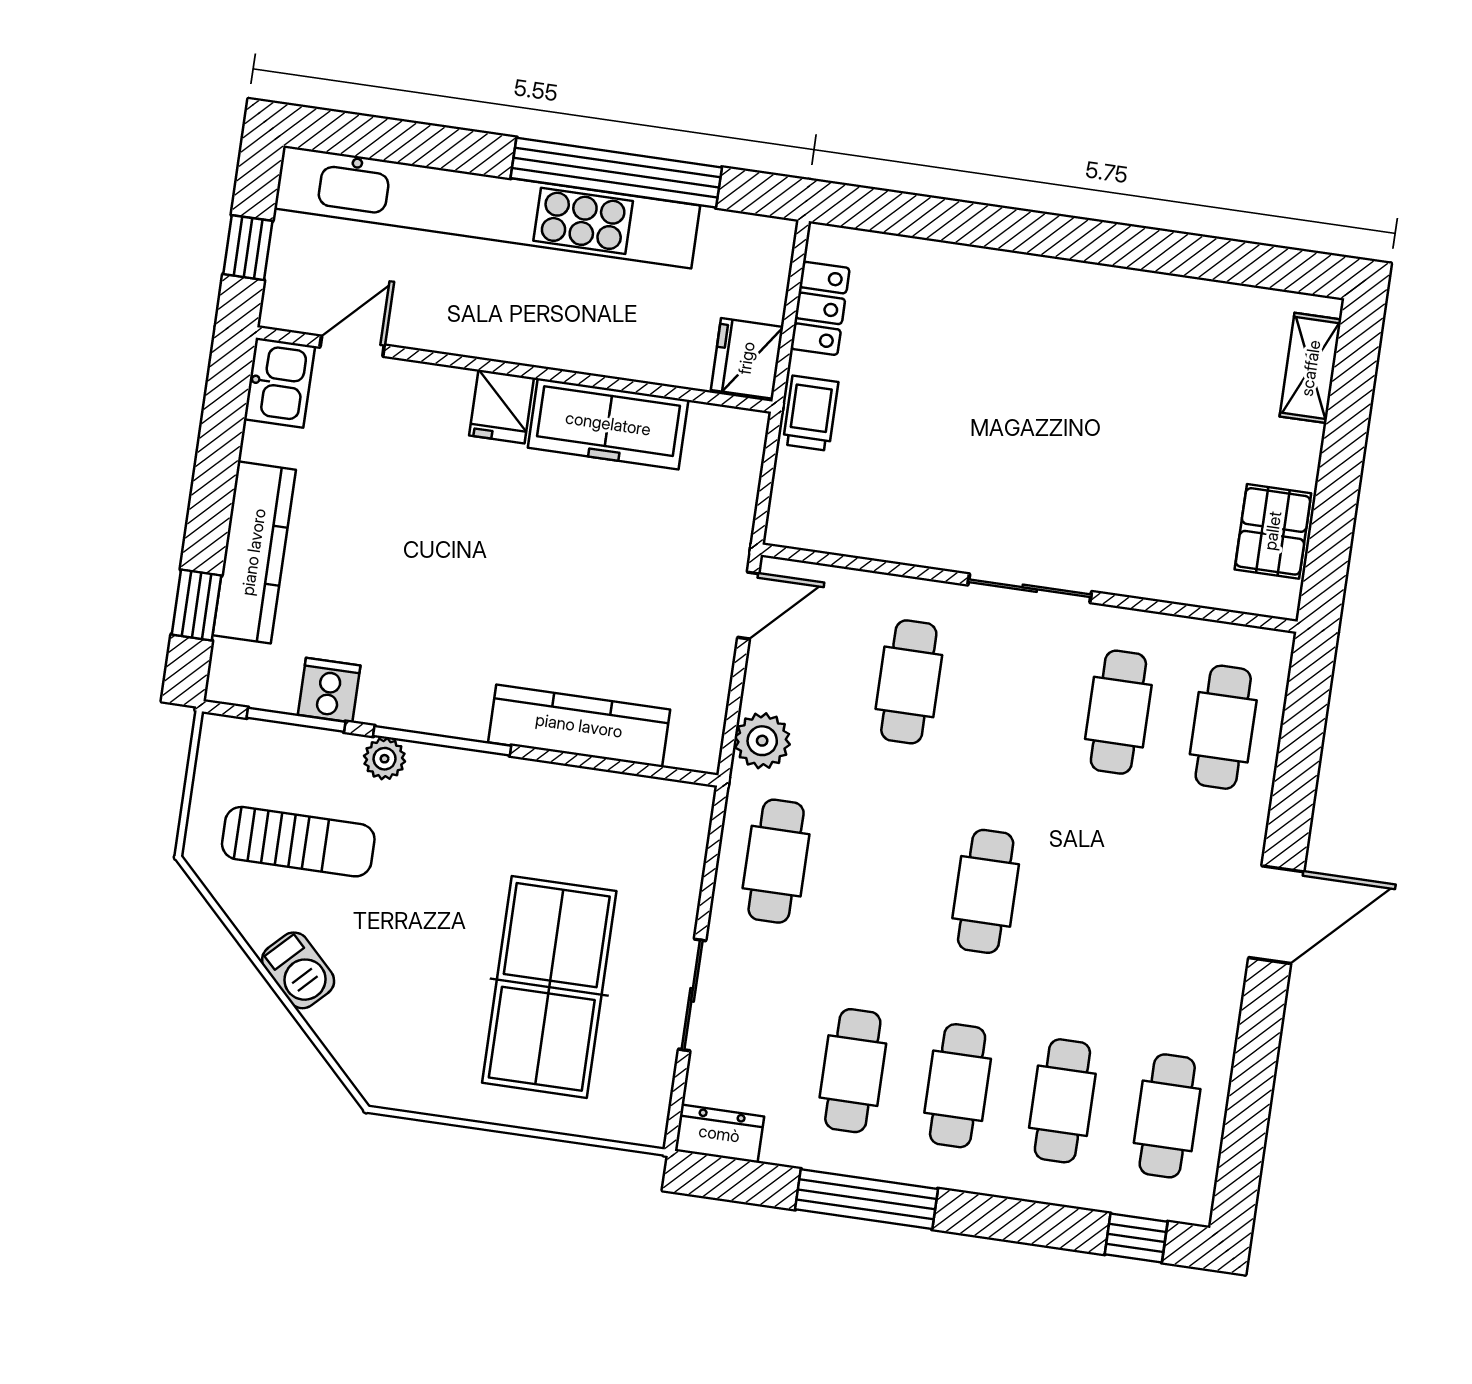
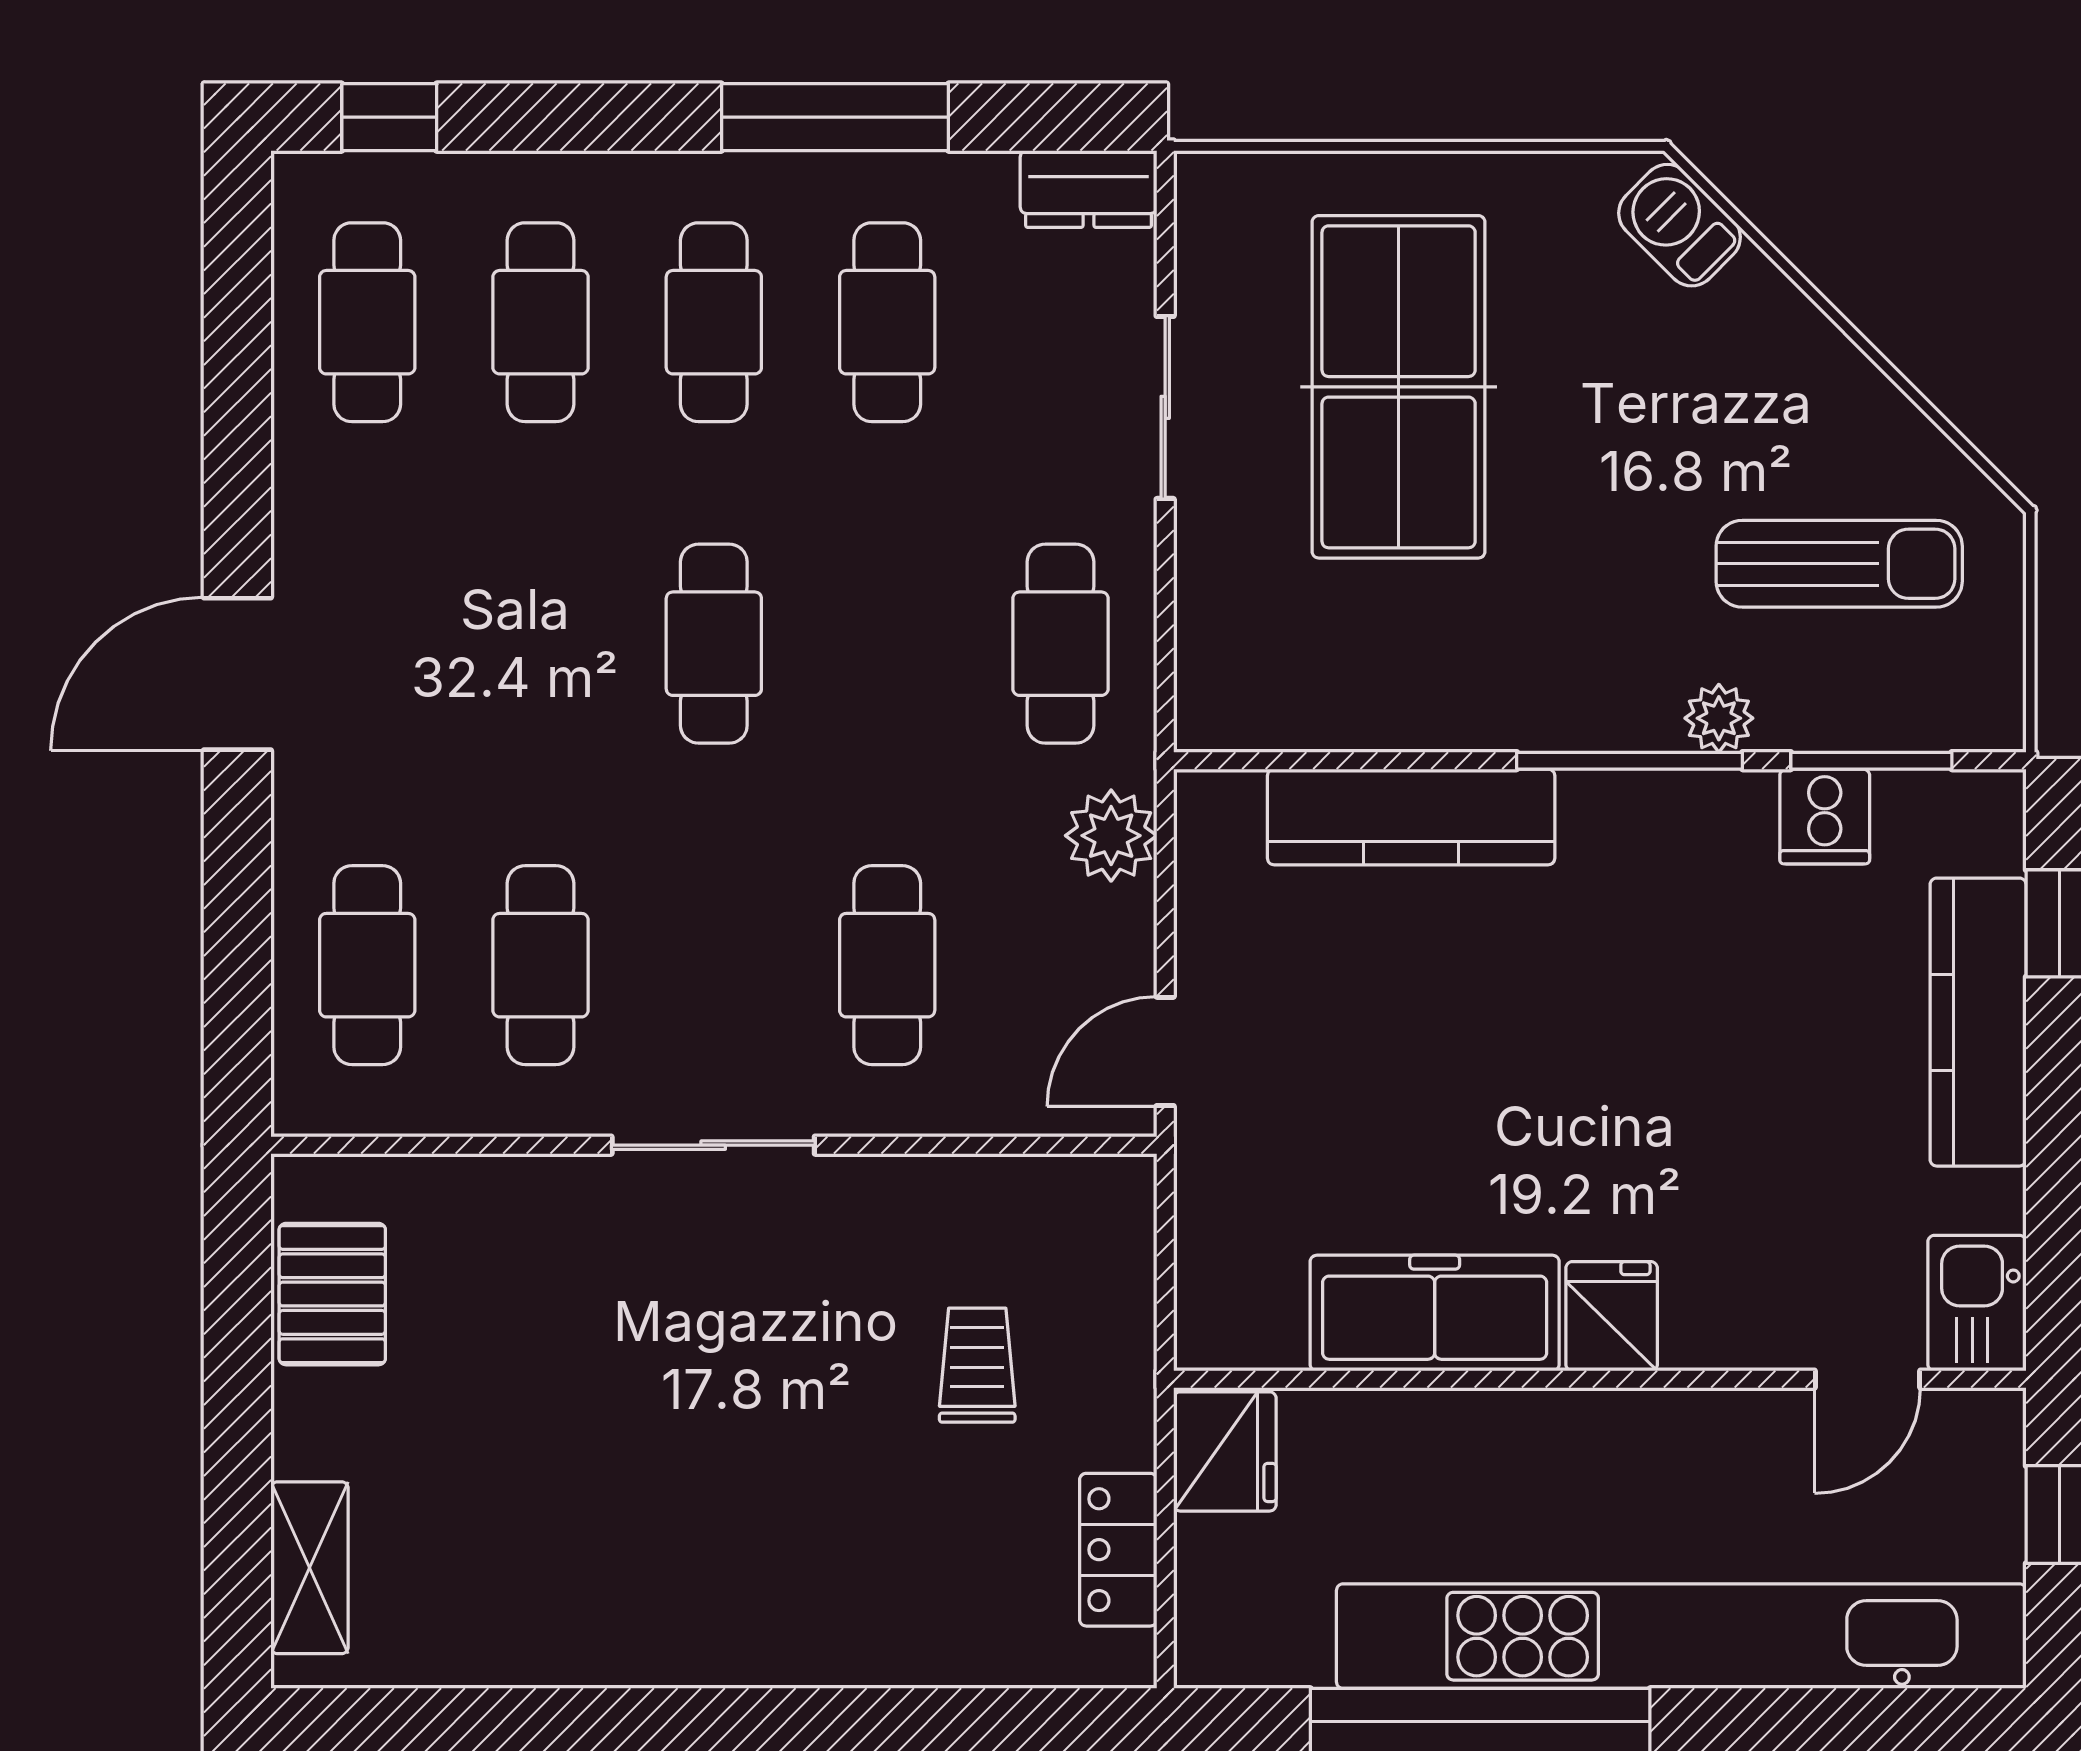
trolley: (811, 413) -> (977, 1365), moved, turned 180
sun lounger: (298, 842) -> (1839, 564), turned 180
barbecue: (298, 970) -> (1680, 225), moved

